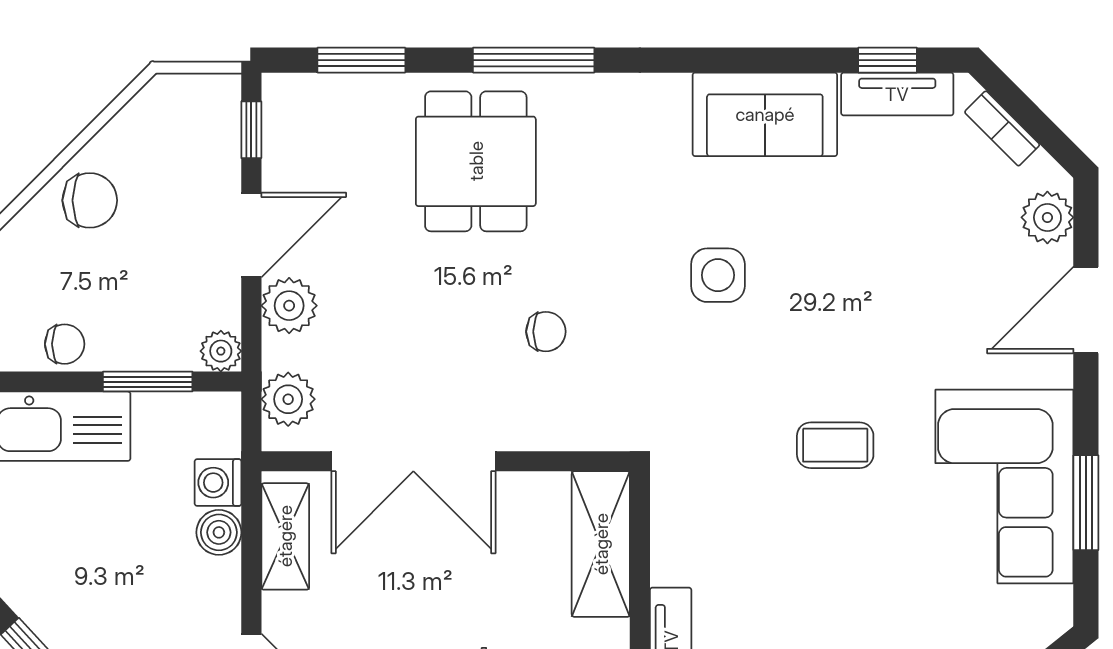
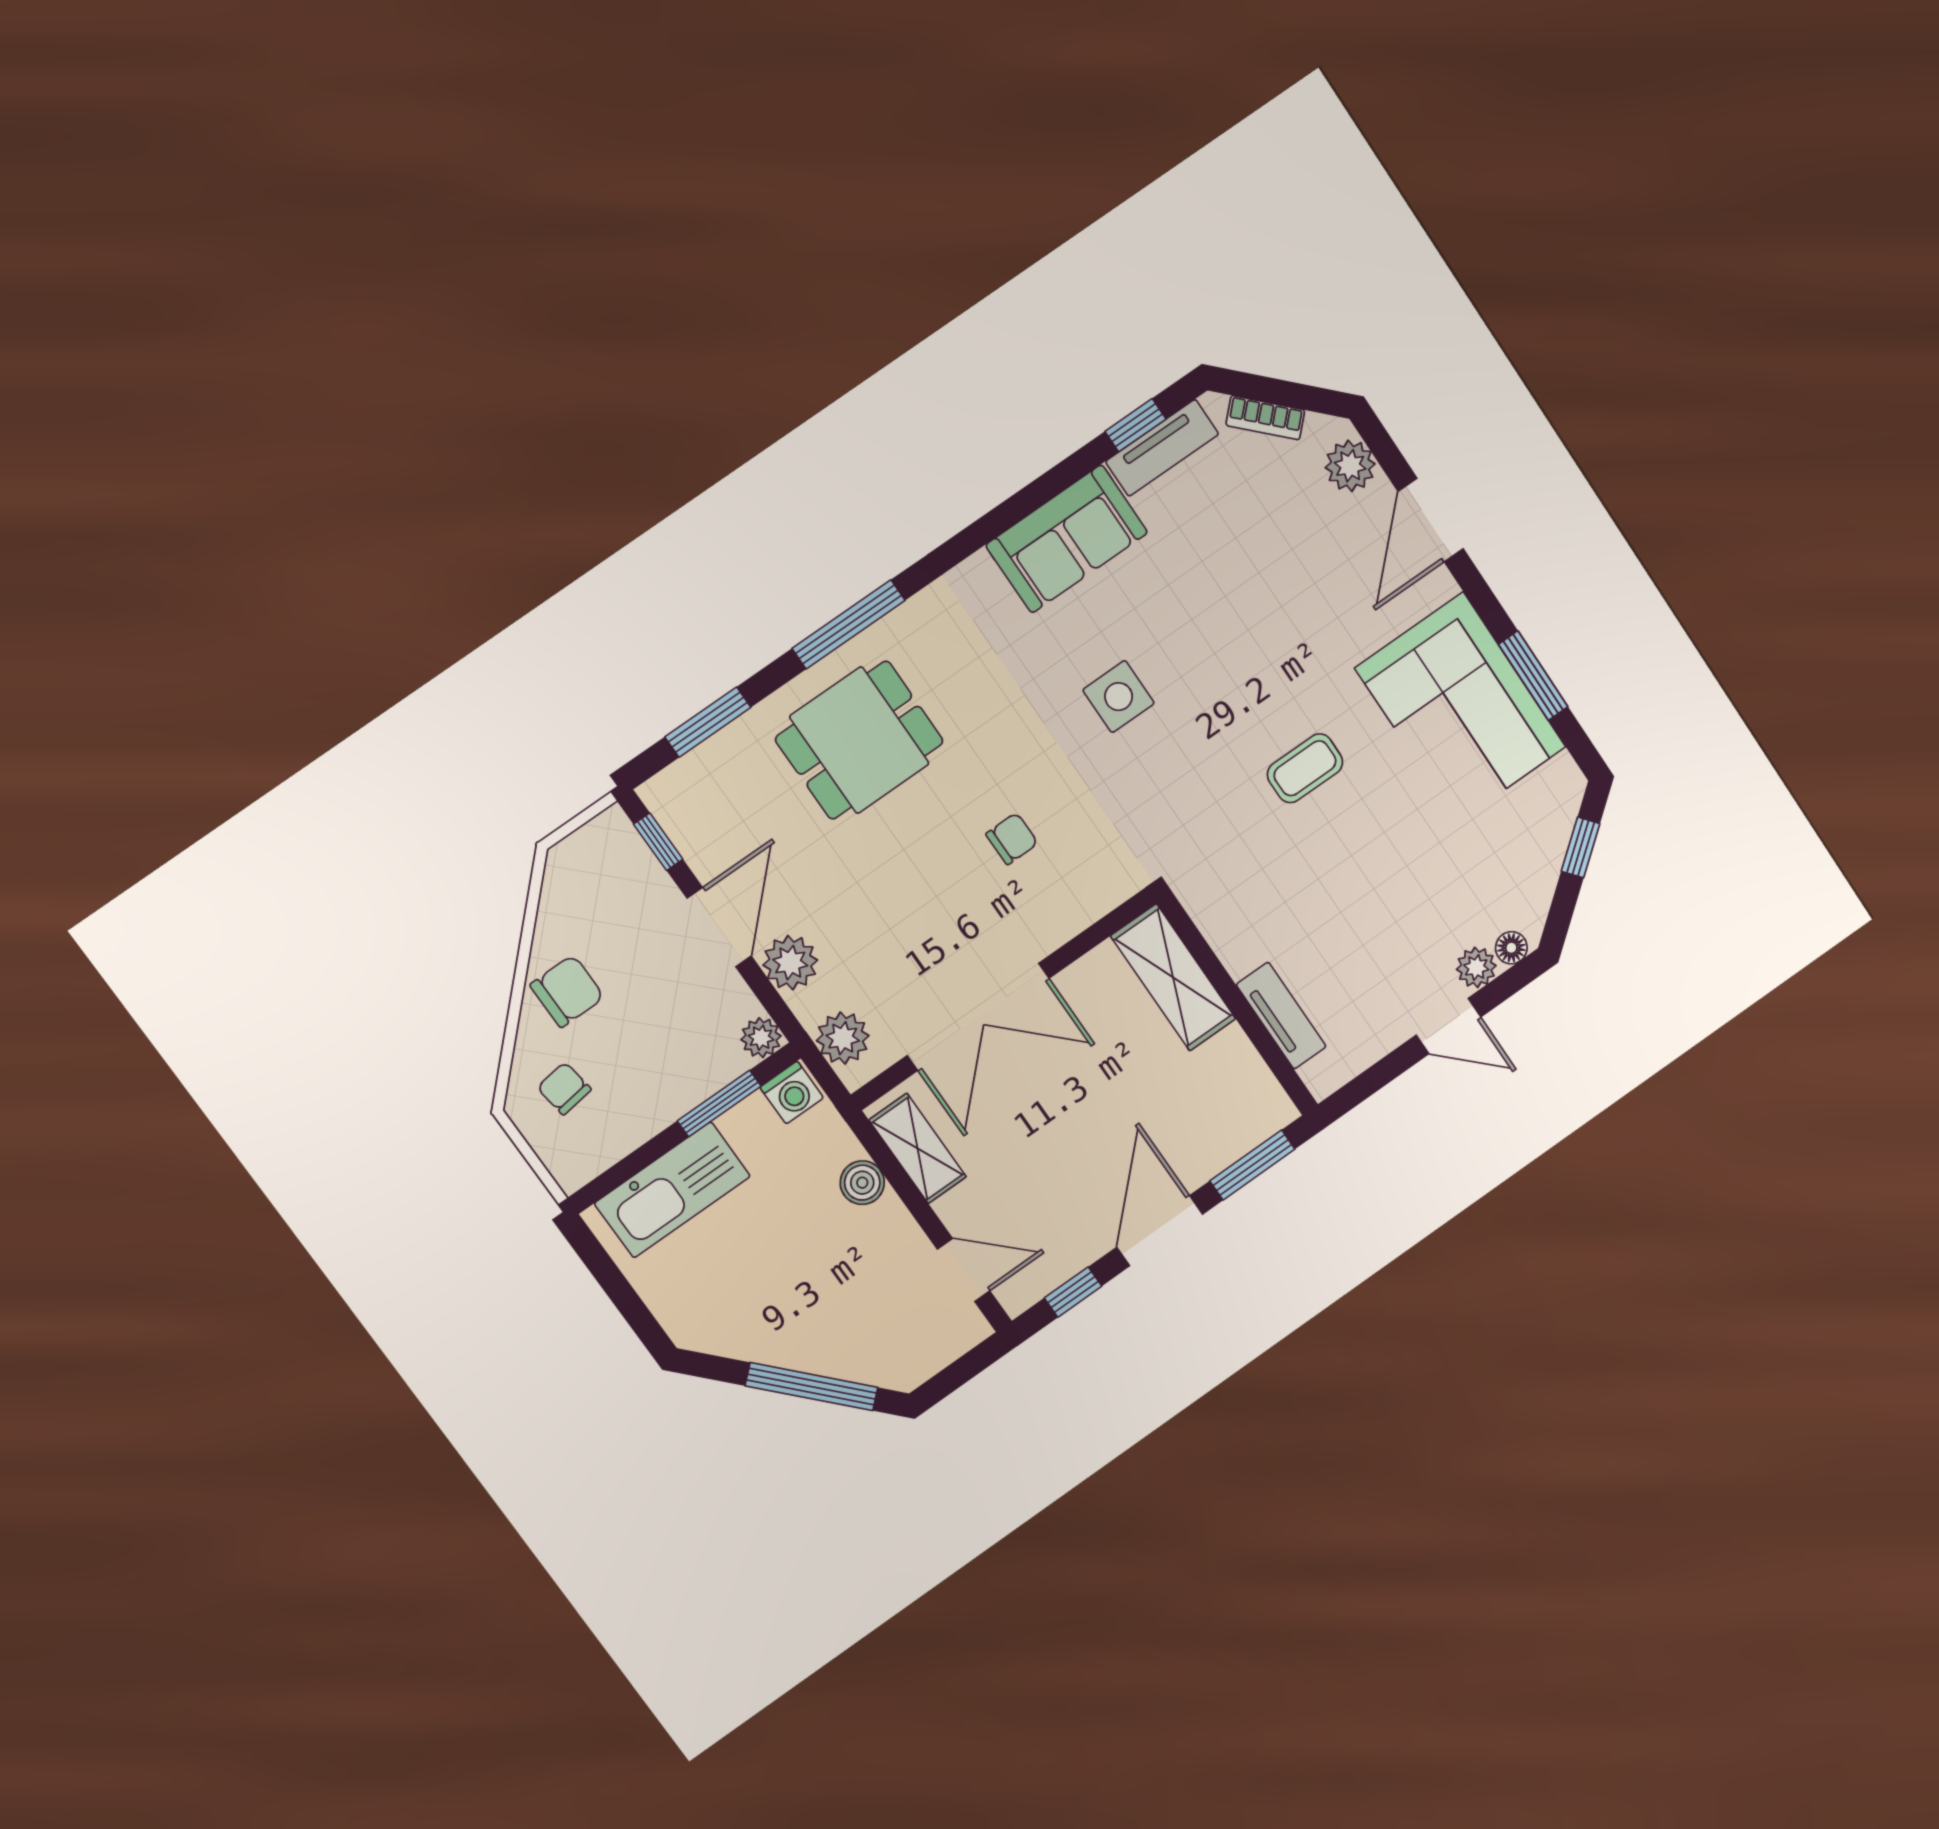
dining table: (476, 161) -> (859, 740), turned 90
chair: (65, 344) -> (564, 1089), moved, turned -98
washing machine: (218, 483) -> (792, 1093), moved, turned -90

